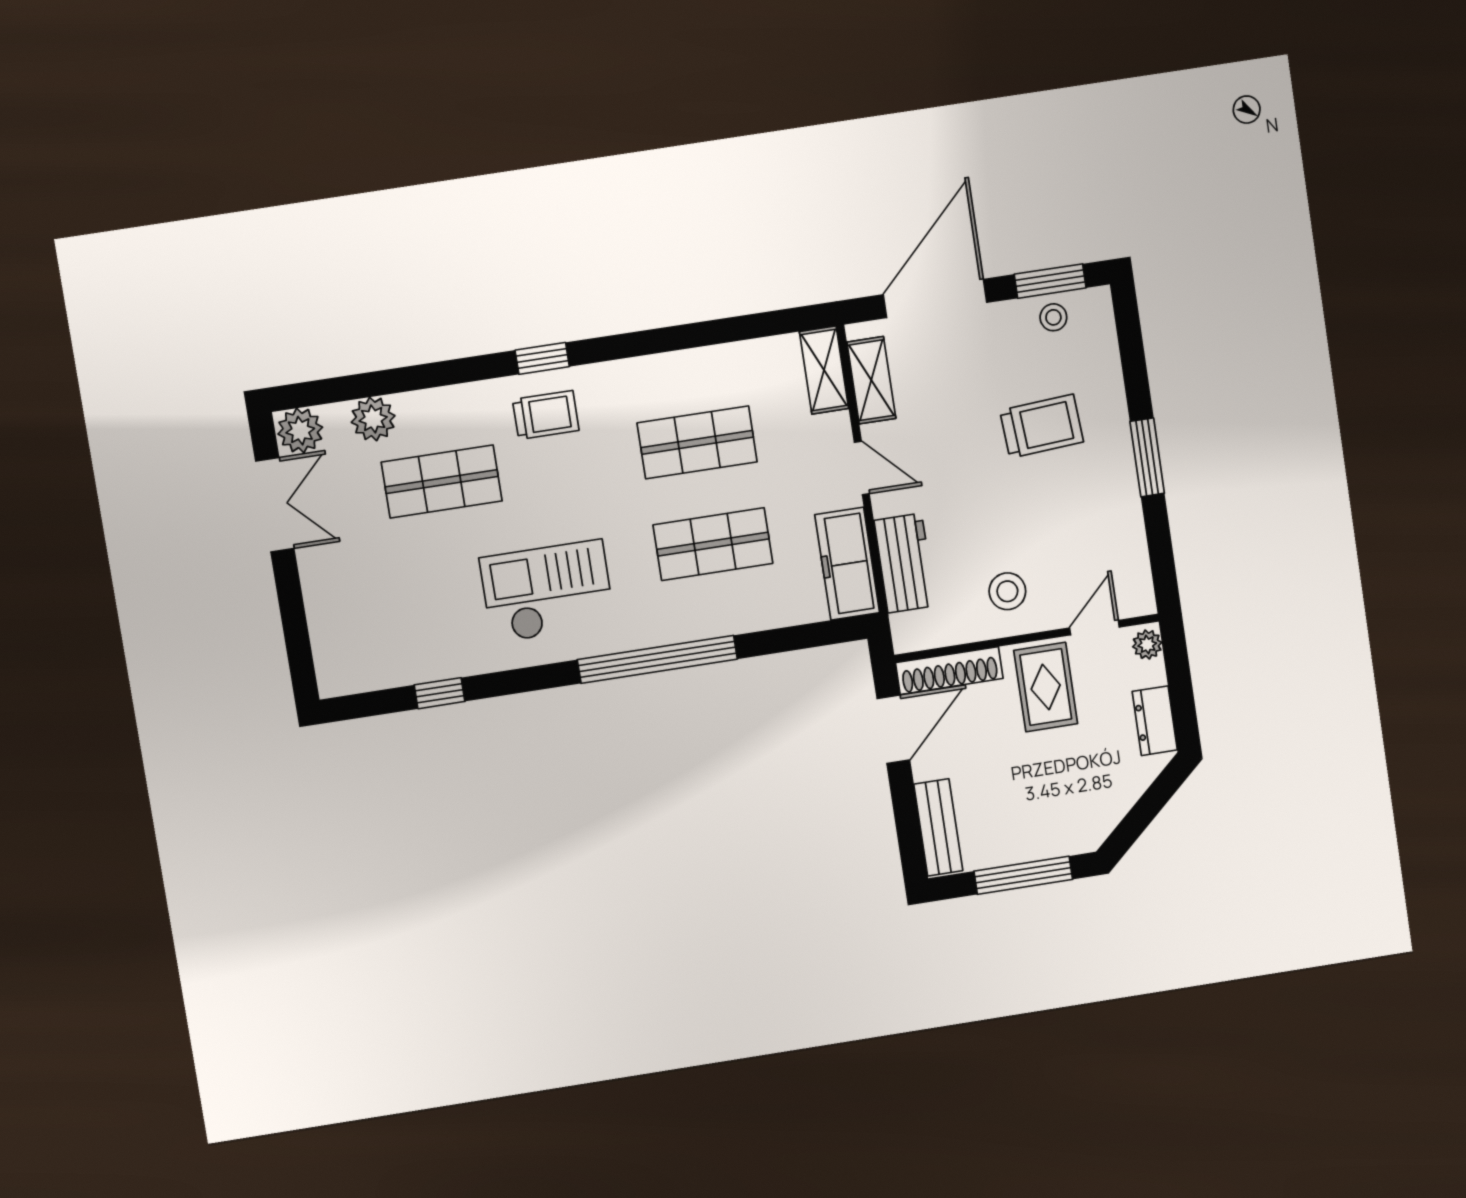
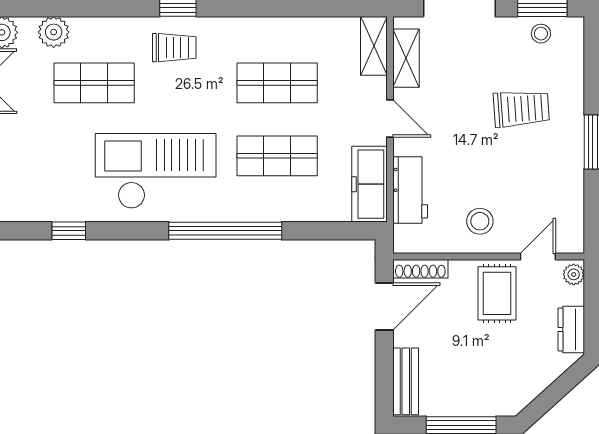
checkout: (547, 592) -> (156, 171), width x1.36, depth x1.21
shoe rack: (949, 671) -> (420, 269), width x0.74, depth x0.81

